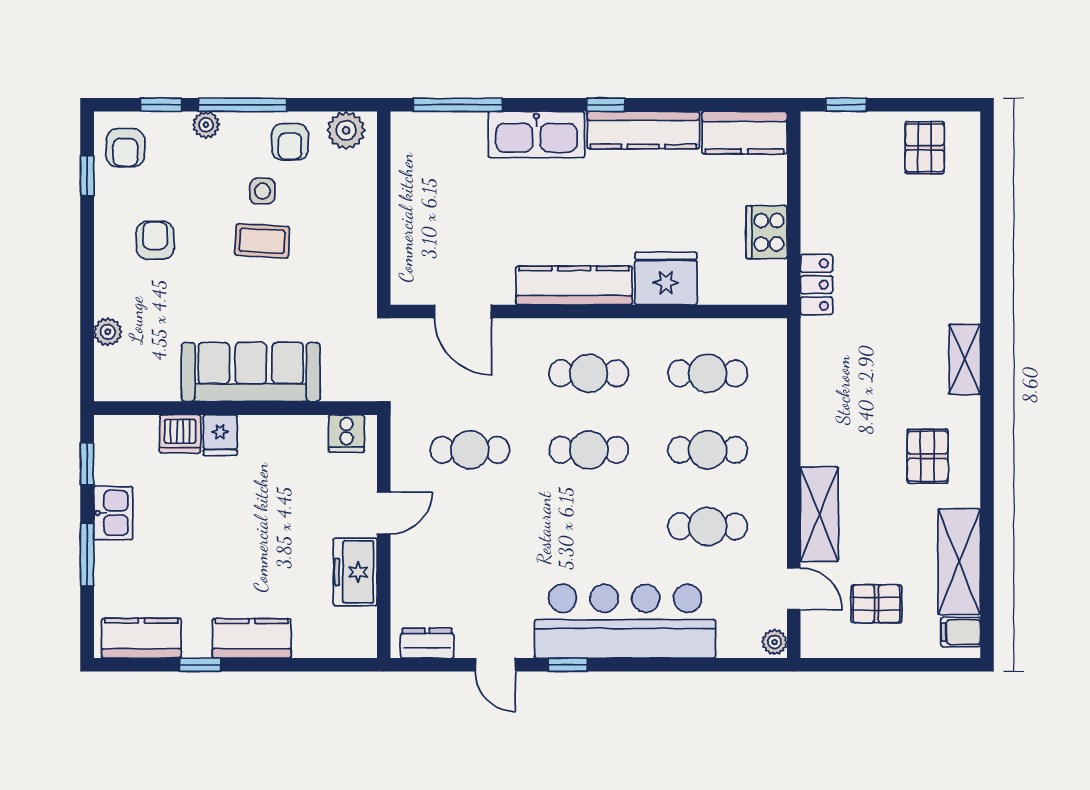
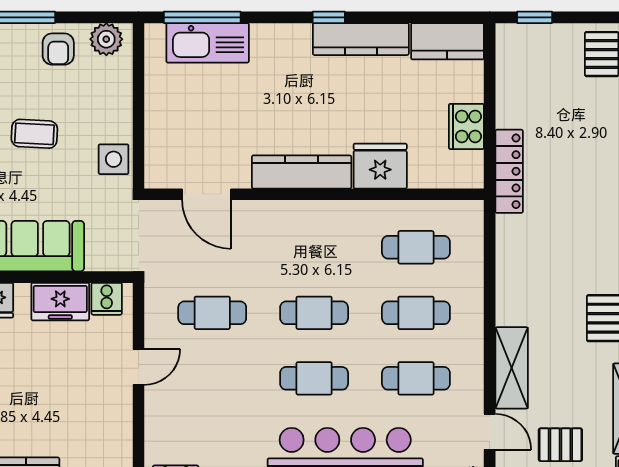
kitchen sink: (536, 135) -> (208, 43), moved
side table: (262, 191) -> (114, 159), moved, width x1.37, depth x1.37
locker: (816, 285) -> (509, 171), width x1.53
cafe table: (589, 373) -> (314, 378), moved
freezer: (355, 572) -> (60, 302), moved, turned -90

